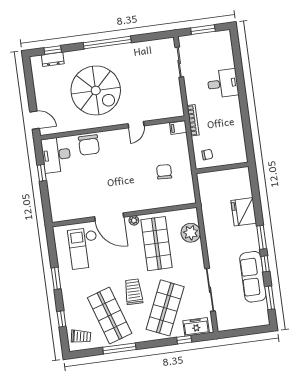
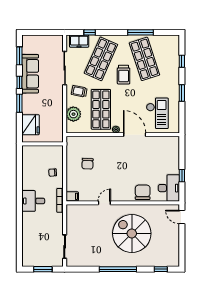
dresser: (53, 59) -> (162, 262), removed
desk: (223, 84) -> (33, 201), moved
wall: (222, 168) -> (42, 144), moved
trolley: (81, 336) -> (79, 91), moved

